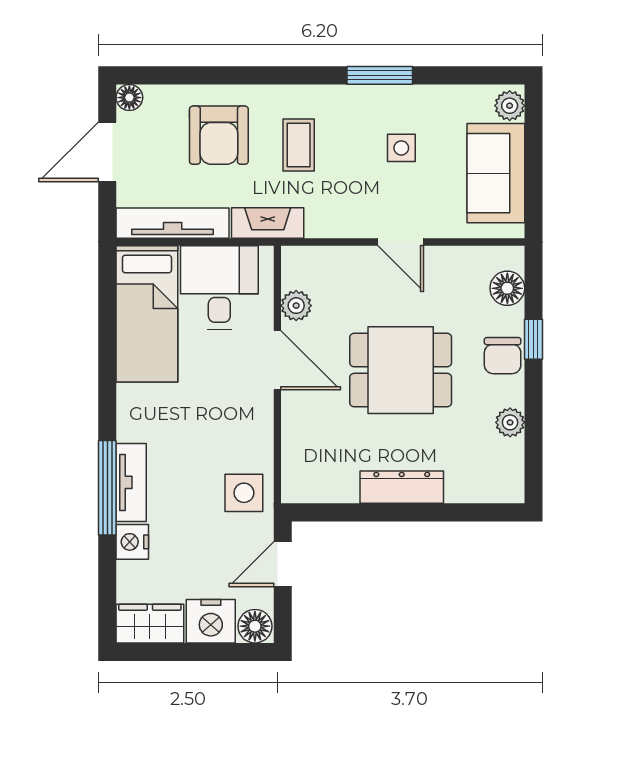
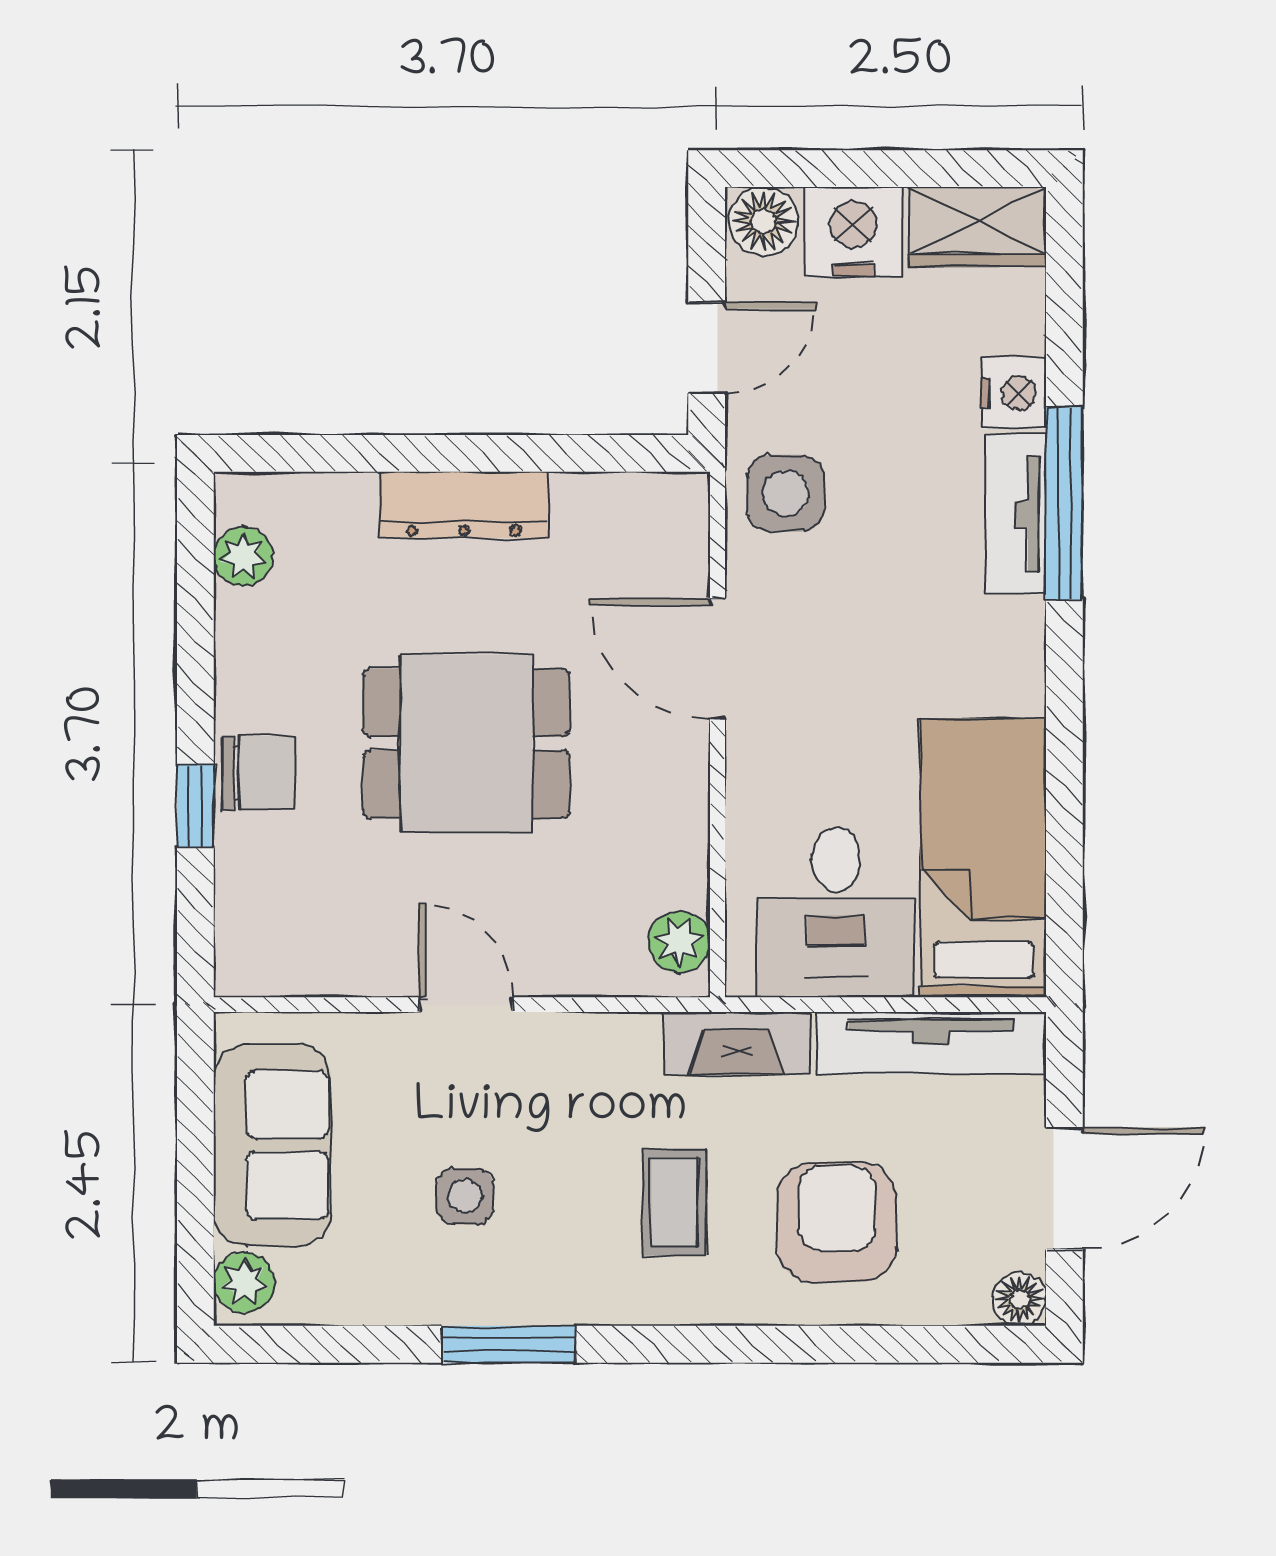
floor lamp: (507, 288) -> (249, 910), removed
plant: (296, 306) -> (679, 942), moved
chair: (503, 356) -> (258, 773), turned 90
door: (277, 360) -> (718, 659), moved
plant: (510, 422) -> (243, 556), moved

